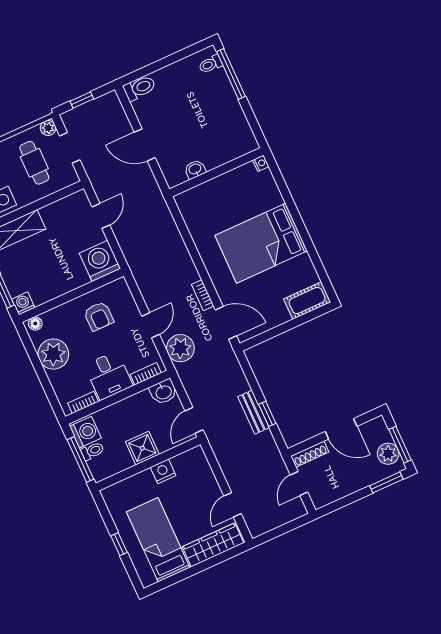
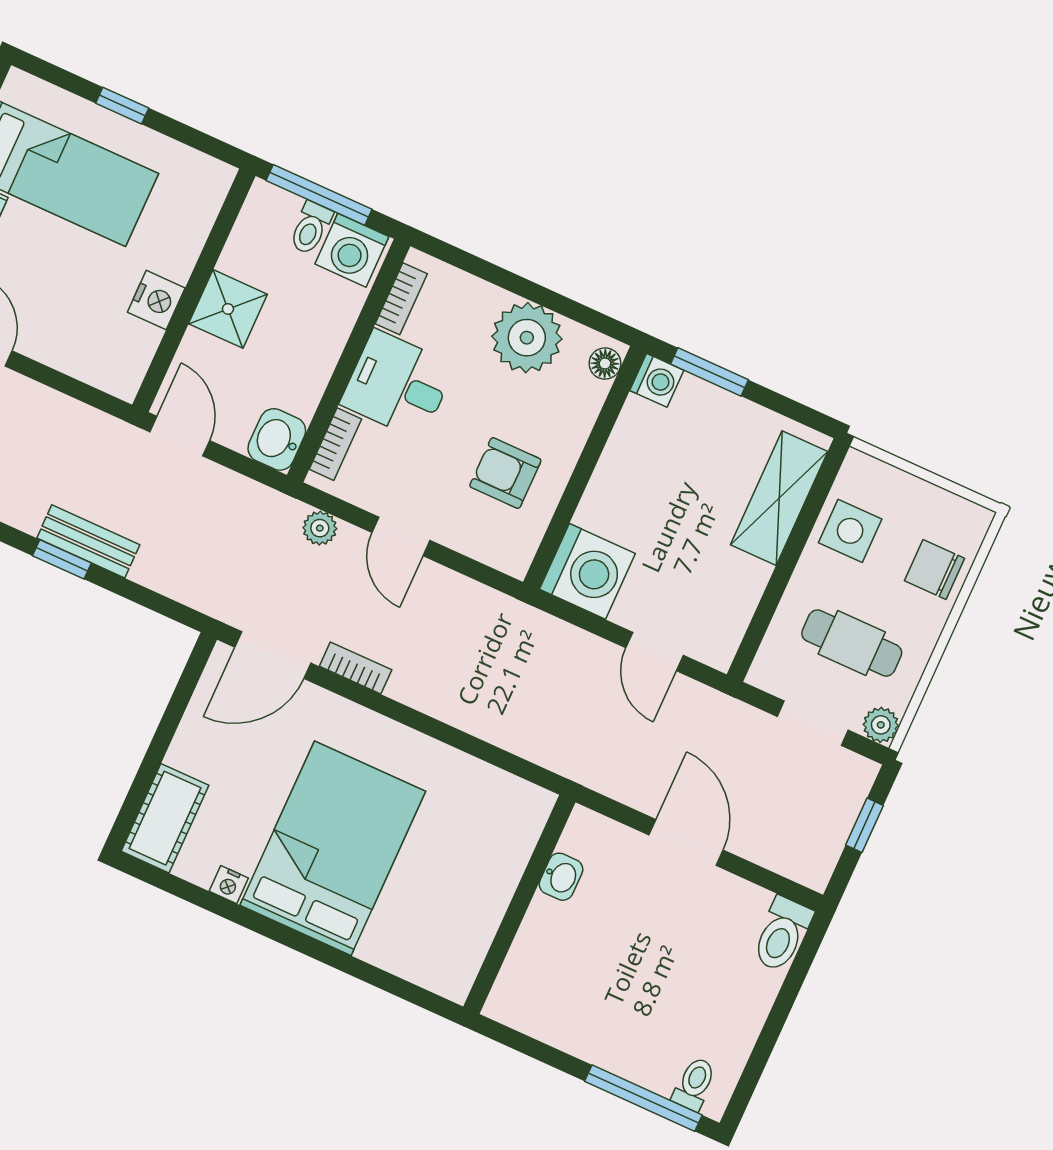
door: (145, 145) -> (686, 843), hinge flipped
nightstand: (261, 163) -> (229, 885), moved
plant: (180, 348) -> (320, 528), width x0.53, depth x0.53

